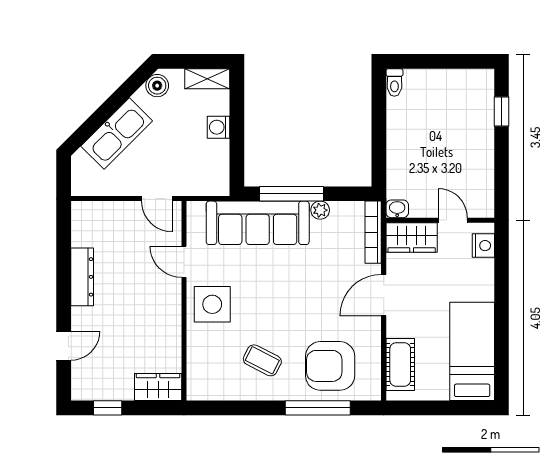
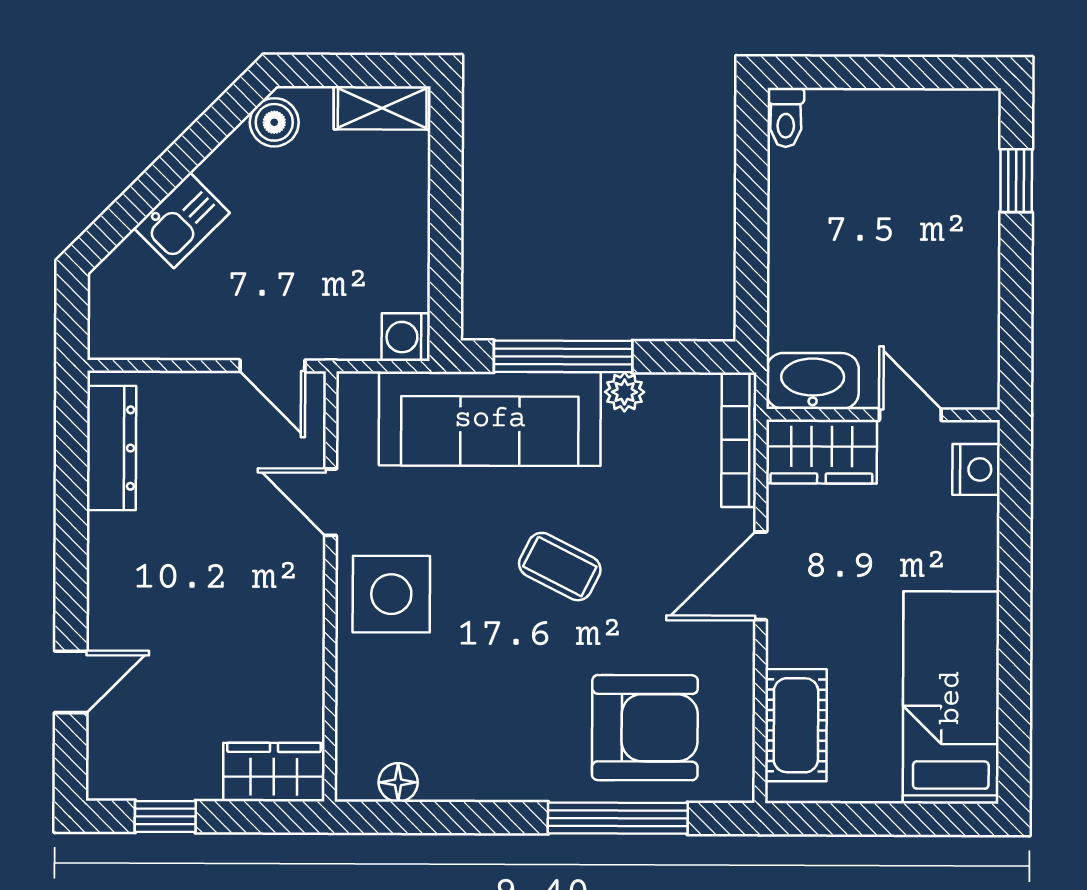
washing machine: (219, 127) -> (406, 337), moved
kitchen sink: (117, 134) -> (182, 220), width x0.53, depth x0.81
washbasin: (397, 209) -> (813, 381), width x1.91, depth x1.45
dresser: (82, 277) -> (111, 448), moved
coffee table: (262, 360) -> (560, 567), moved
armchair: (330, 366) -> (645, 728), turned 180
floor lamp: (216, 392) -> (398, 782), added

